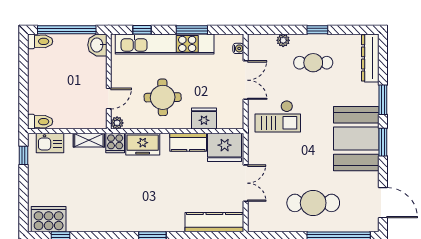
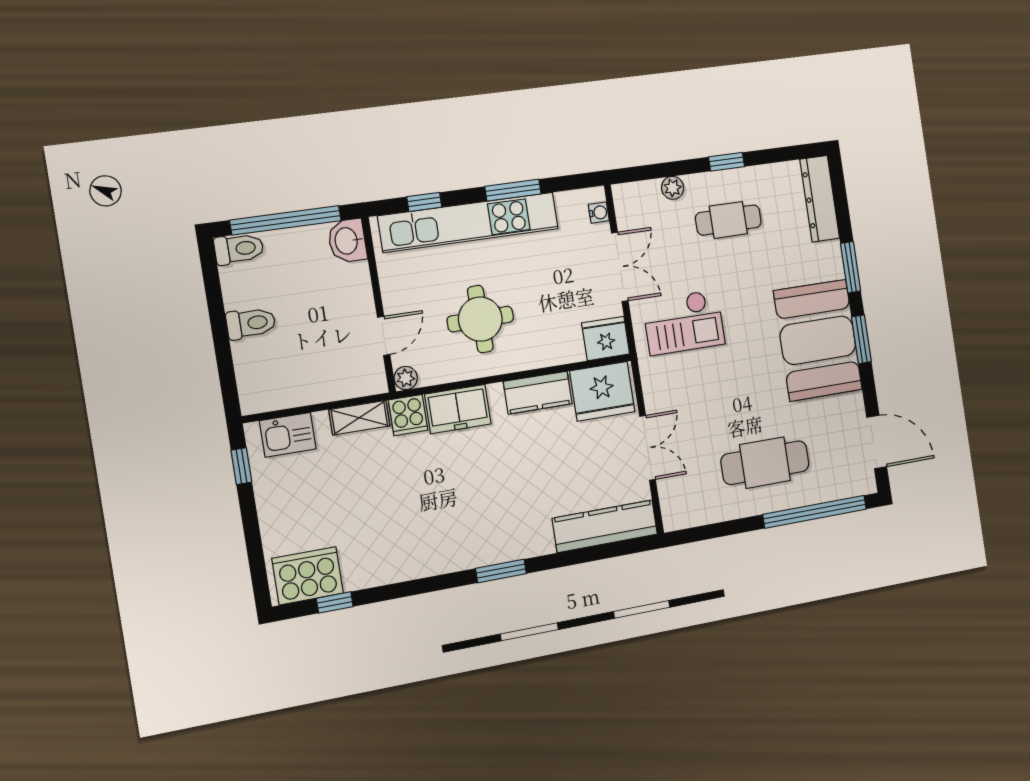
fridge: (204, 119) -> (606, 338), moved
toilet: (40, 122) -> (251, 323), moved

